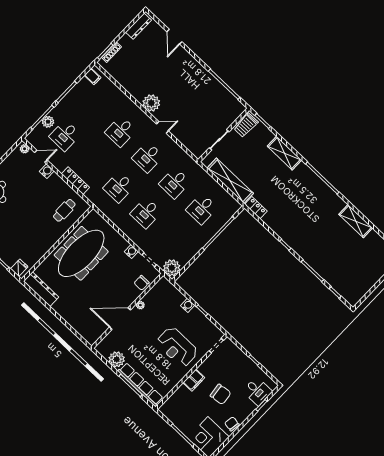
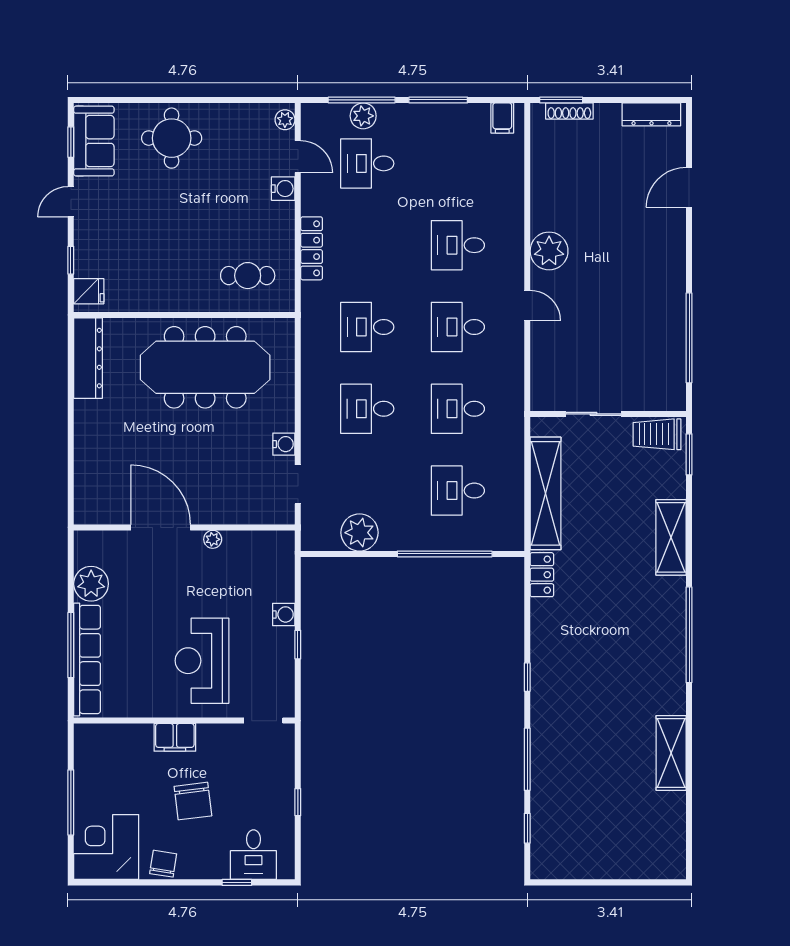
plant: (172, 268) -> (360, 533), moved
chair: (142, 283) -> (250, 507), removed

